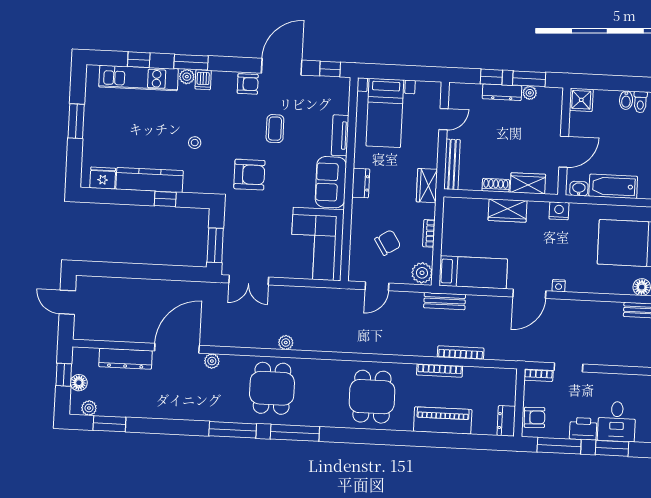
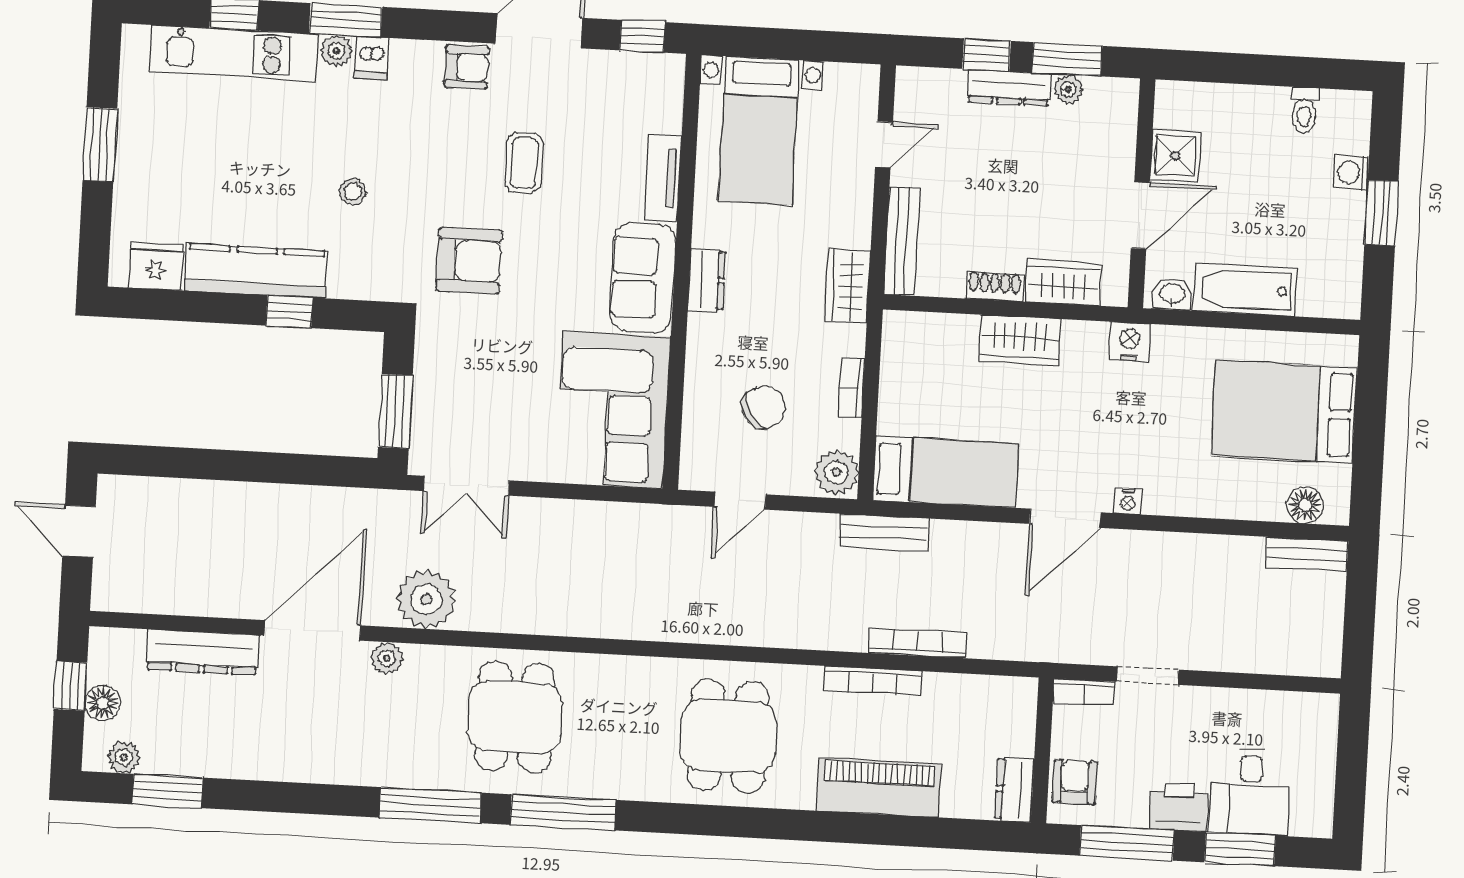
shower: (581, 100) -> (1175, 156), moved
bidet: (626, 100) -> (1274, 106), removed
plant: (286, 343) -> (426, 599), moved, width x1.88, depth x1.88
armchair: (534, 417) -> (1075, 782), turned -88

